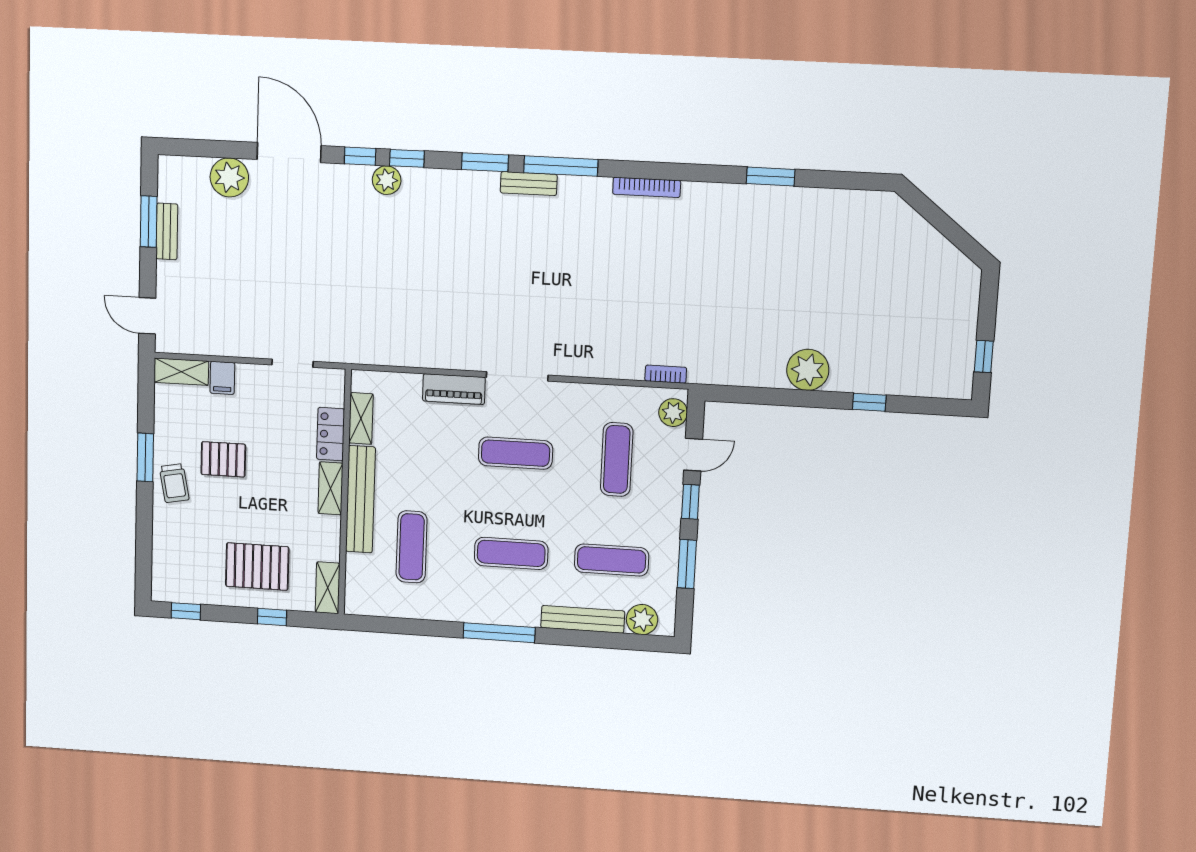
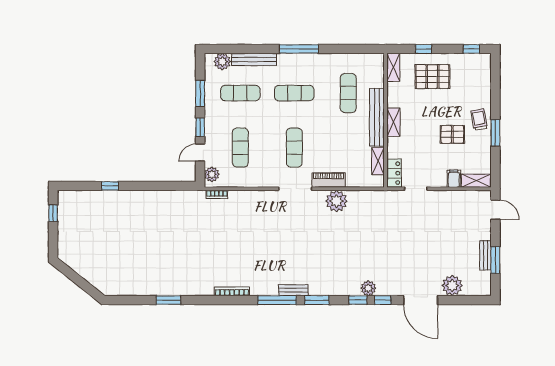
plant: (808, 370) -> (336, 201), moved
locker: (331, 434) -> (394, 173), moved
exercise mat: (515, 453) -> (294, 148), turned 90

